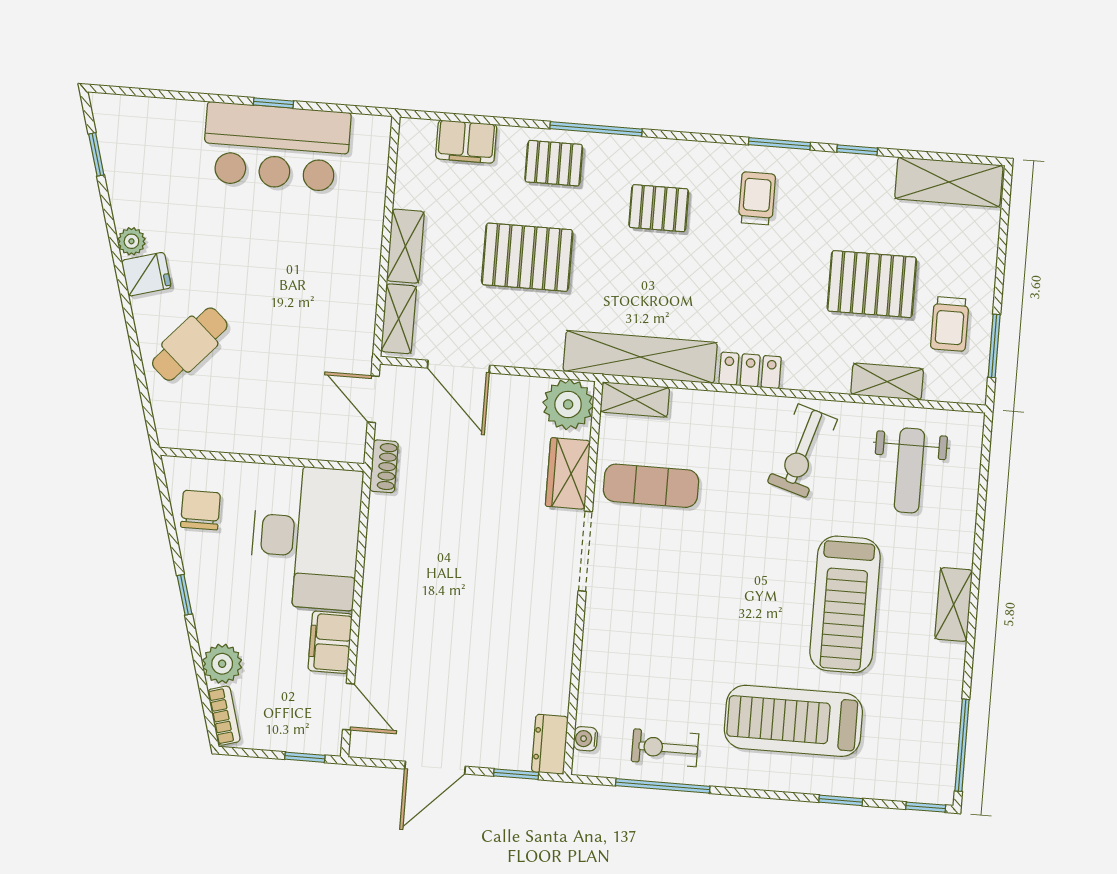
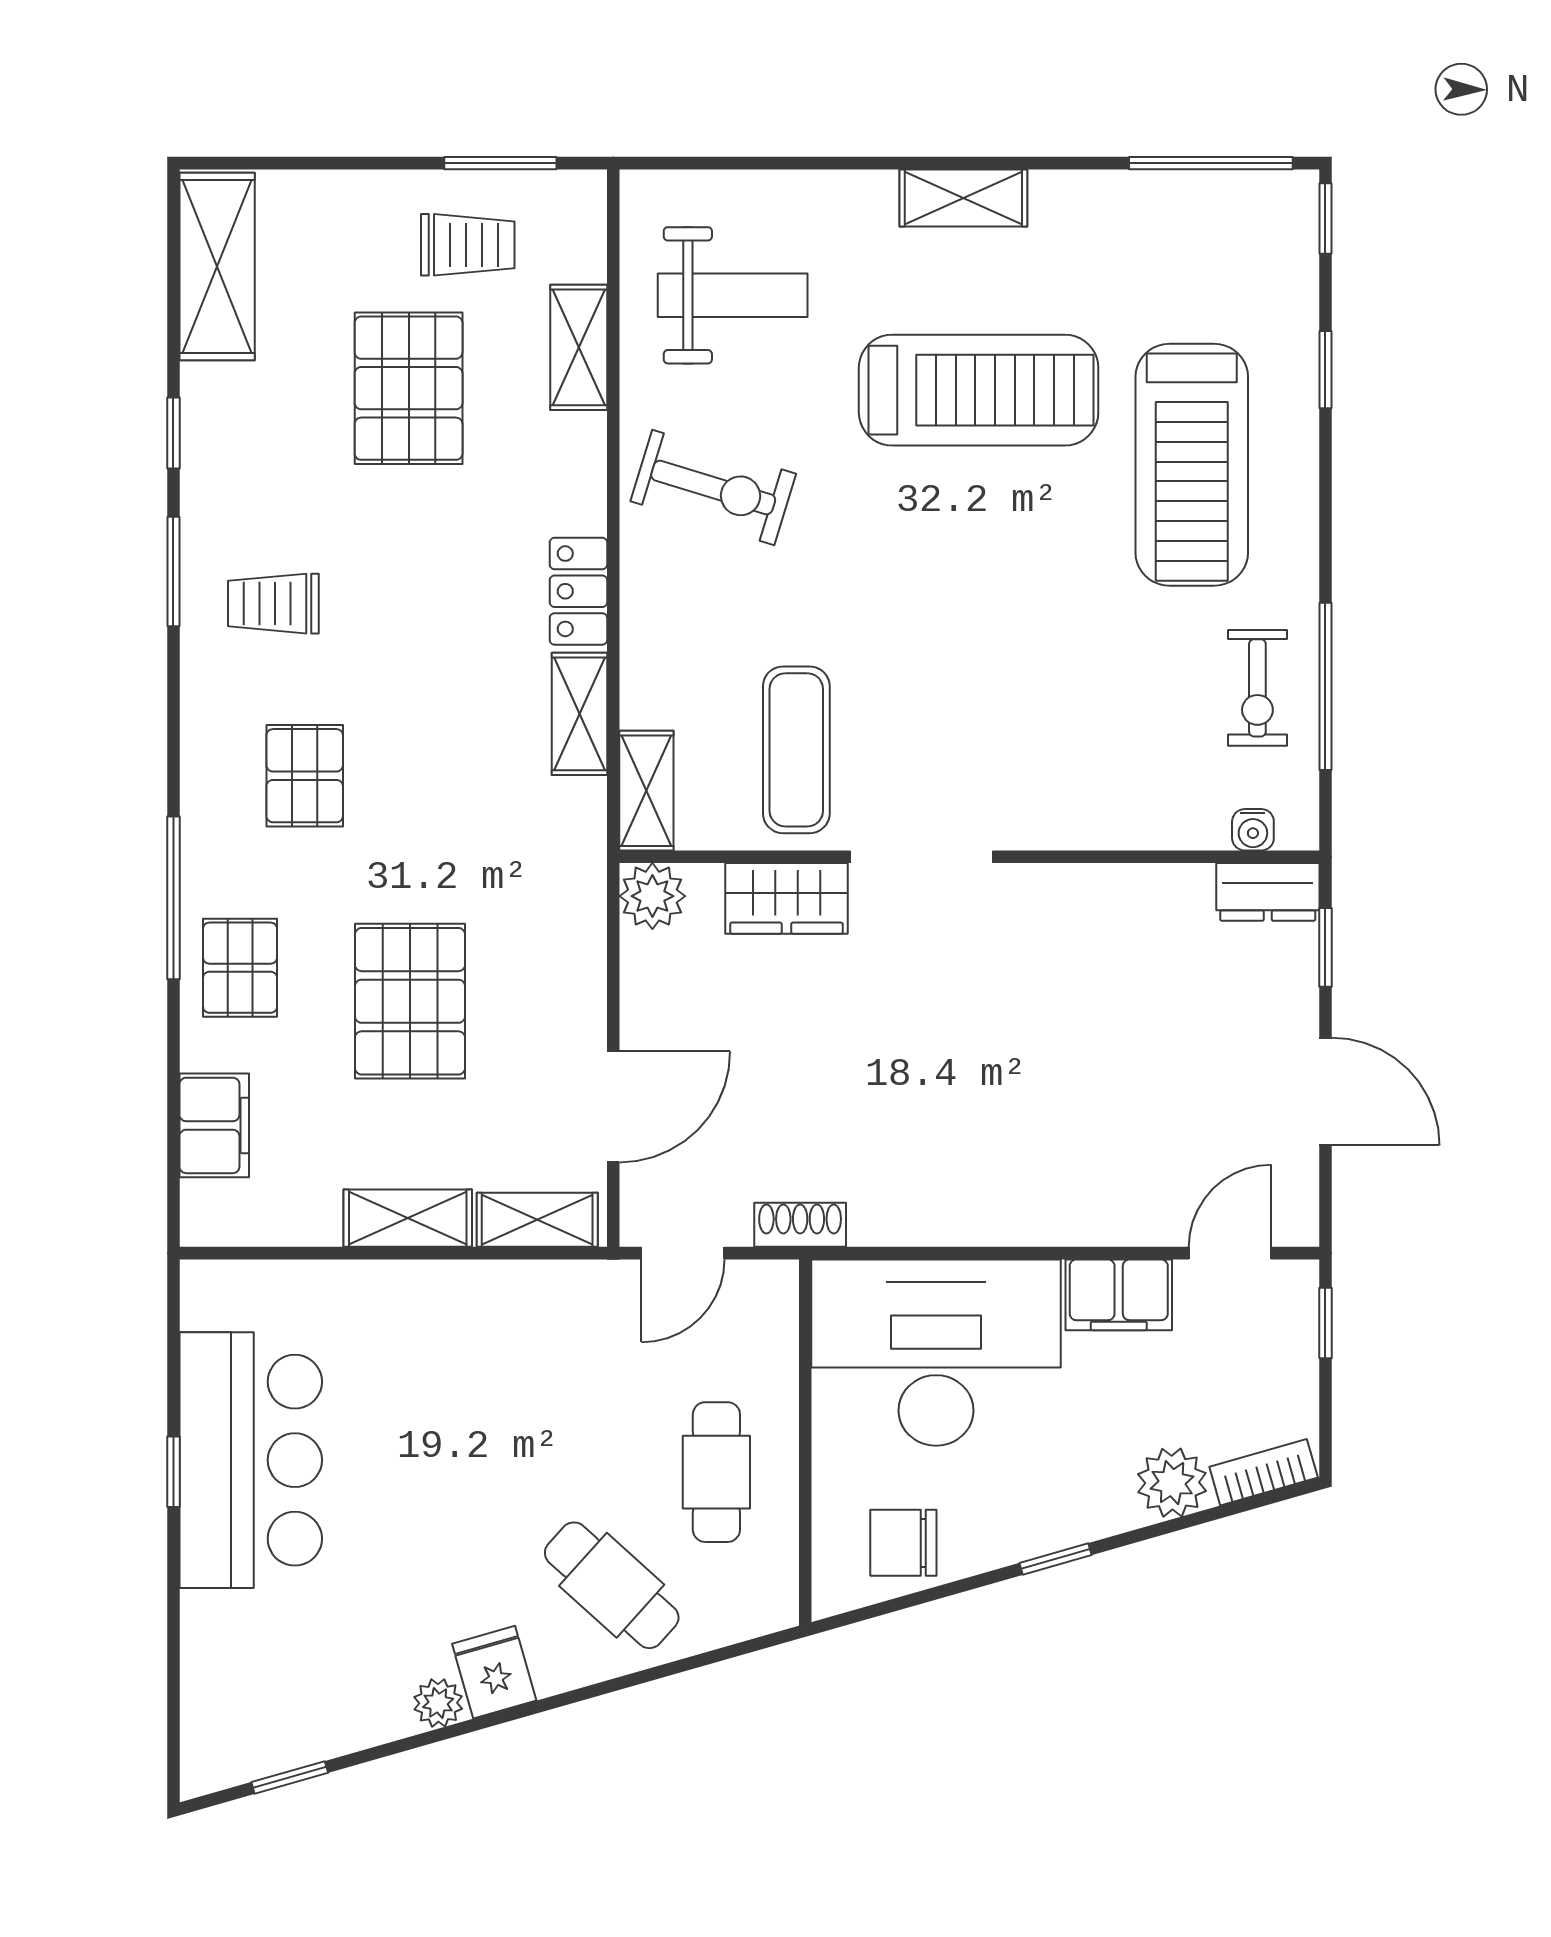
shelving: (640, 357) -> (579, 714), width x0.45, depth x0.75
plant: (568, 404) -> (652, 896), width x0.73, depth x0.73
cafe table: (249, 408) -> (716, 1472), added

